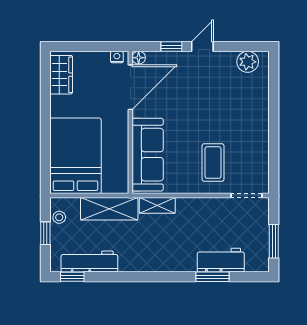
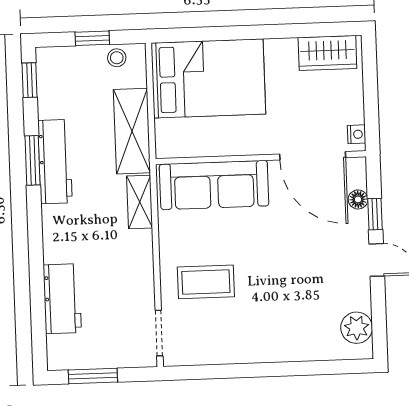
floor lamp: (139, 58) -> (358, 199), moved
workbench: (89, 262) -> (55, 162), moved
window: (212, 277) -> (32, 160), moved

